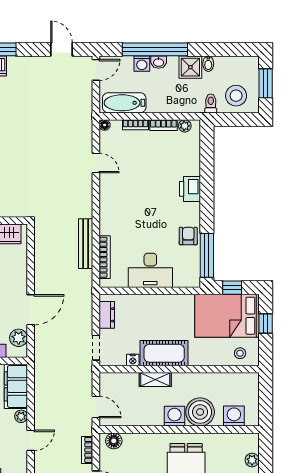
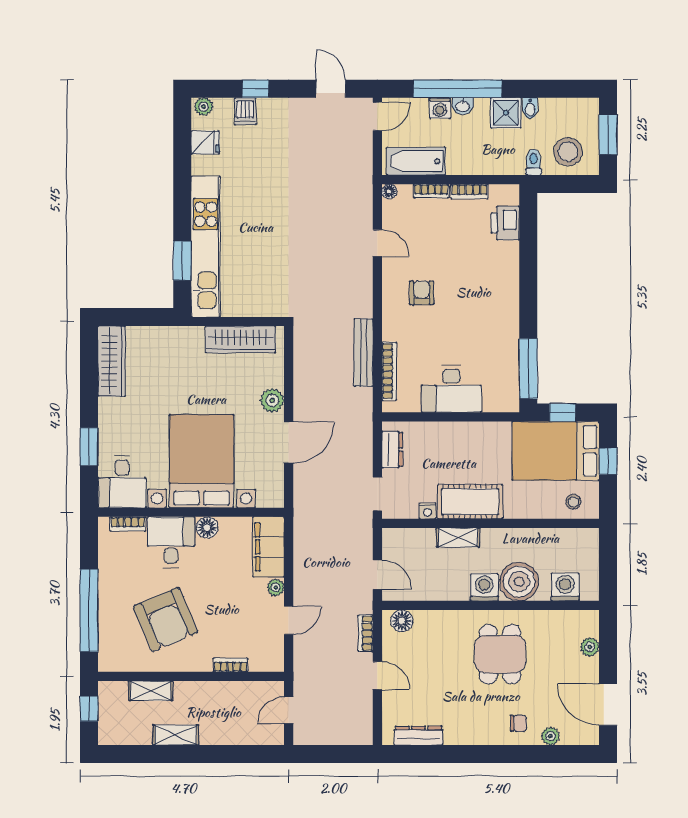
plant: (185, 126) -> (498, 193), removed
printer: (190, 189) -> (505, 223), moved
armchair: (188, 236) -> (422, 293), moved
plant: (19, 338) -> (272, 400), moved

